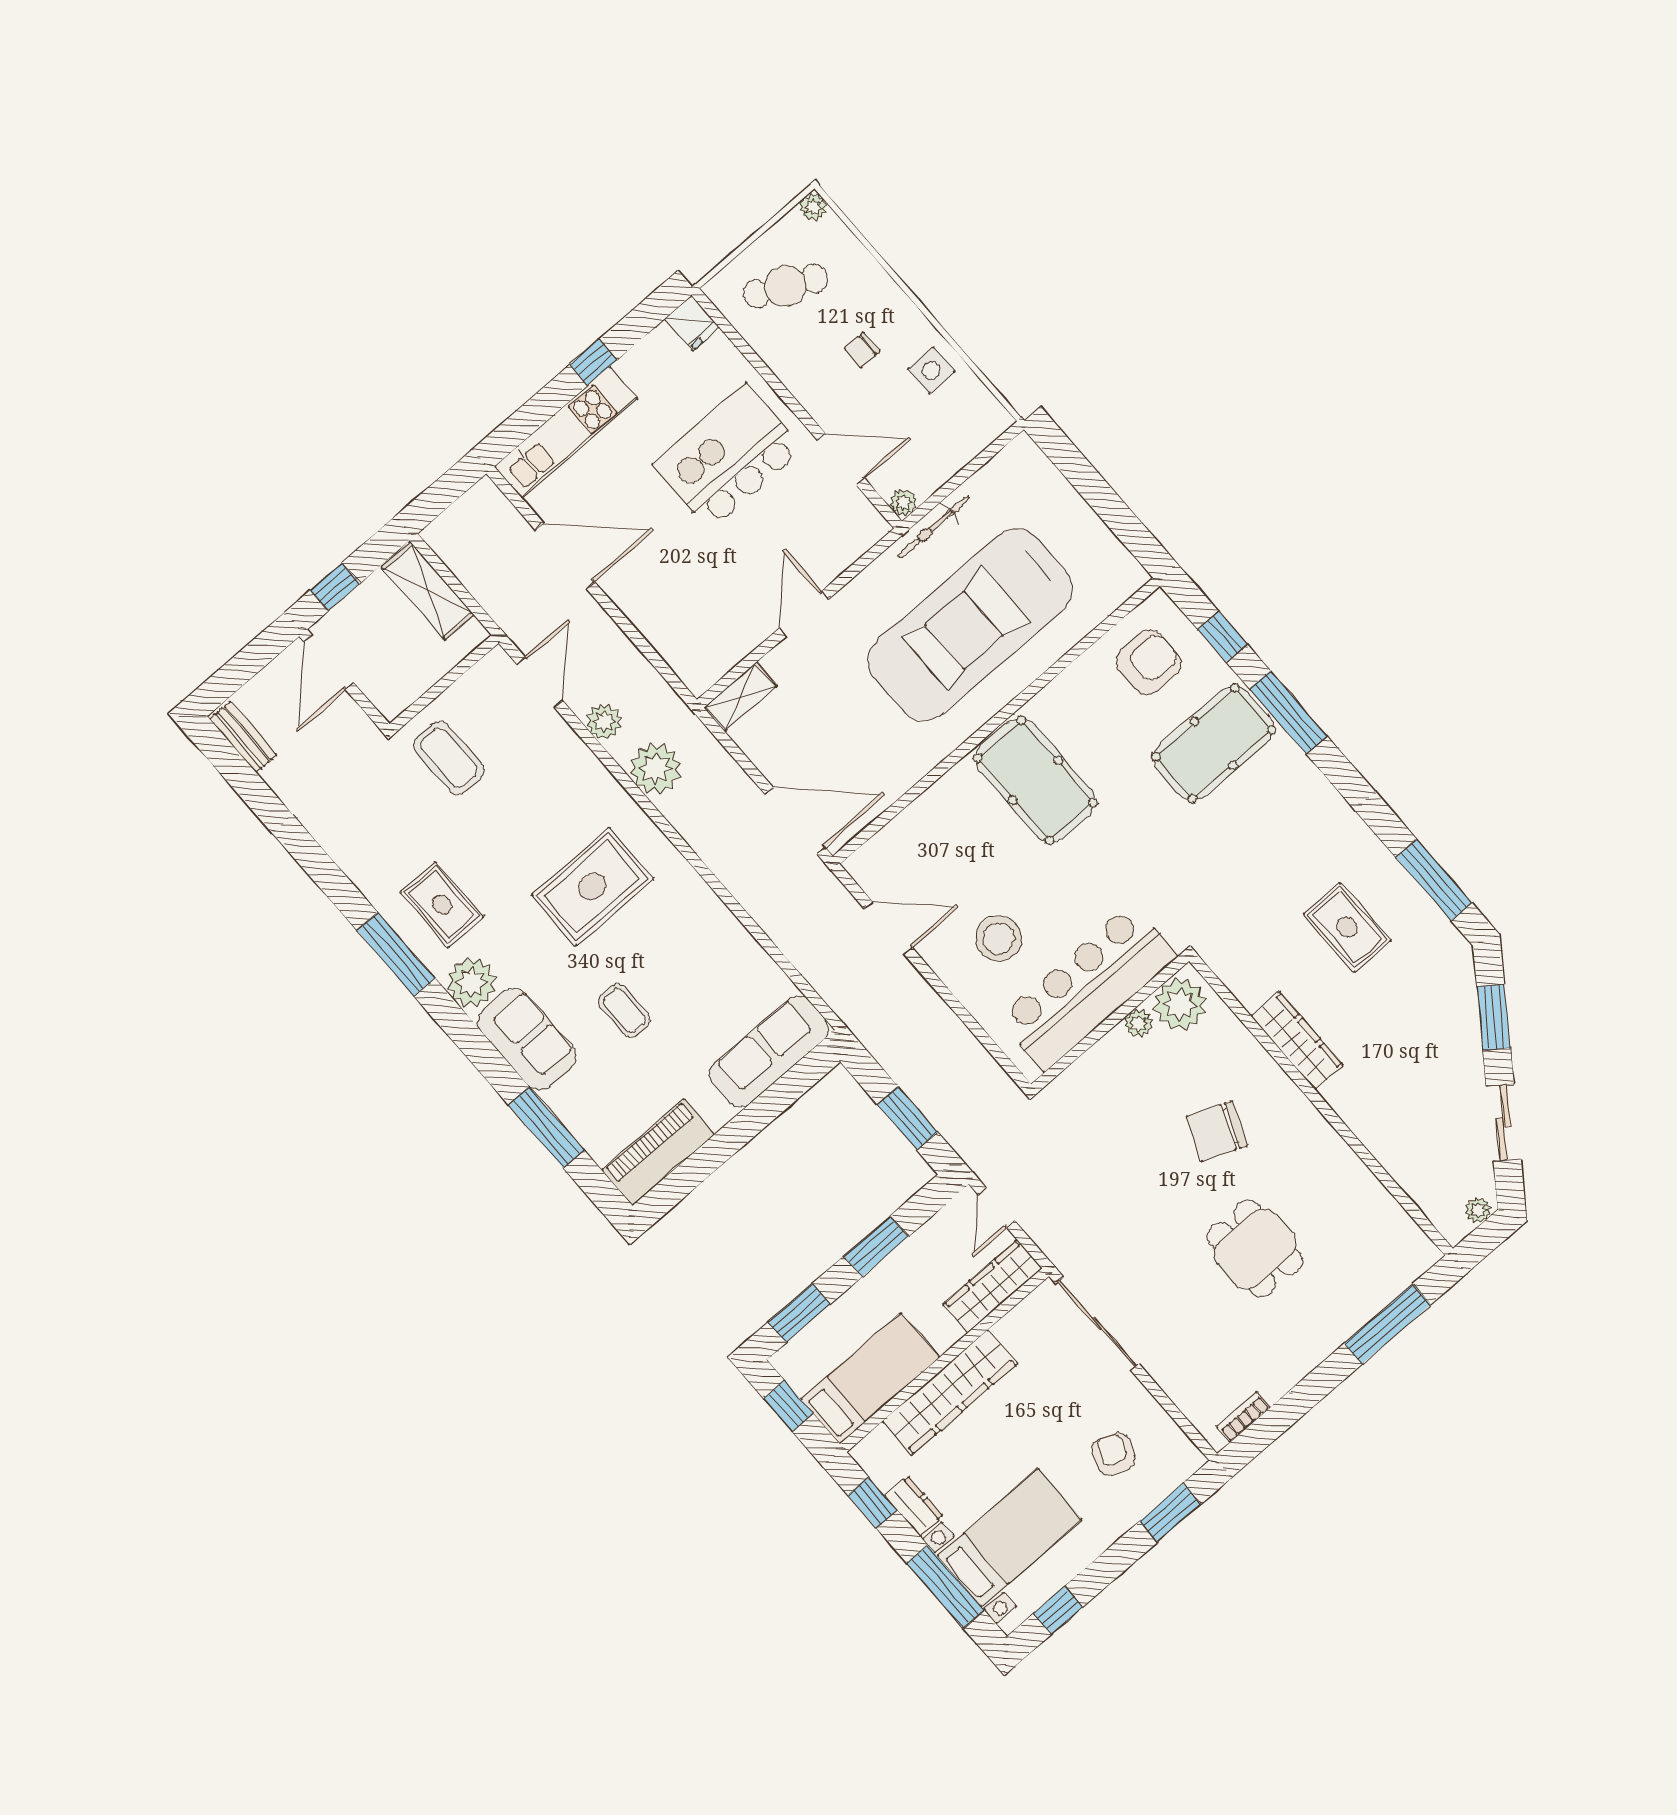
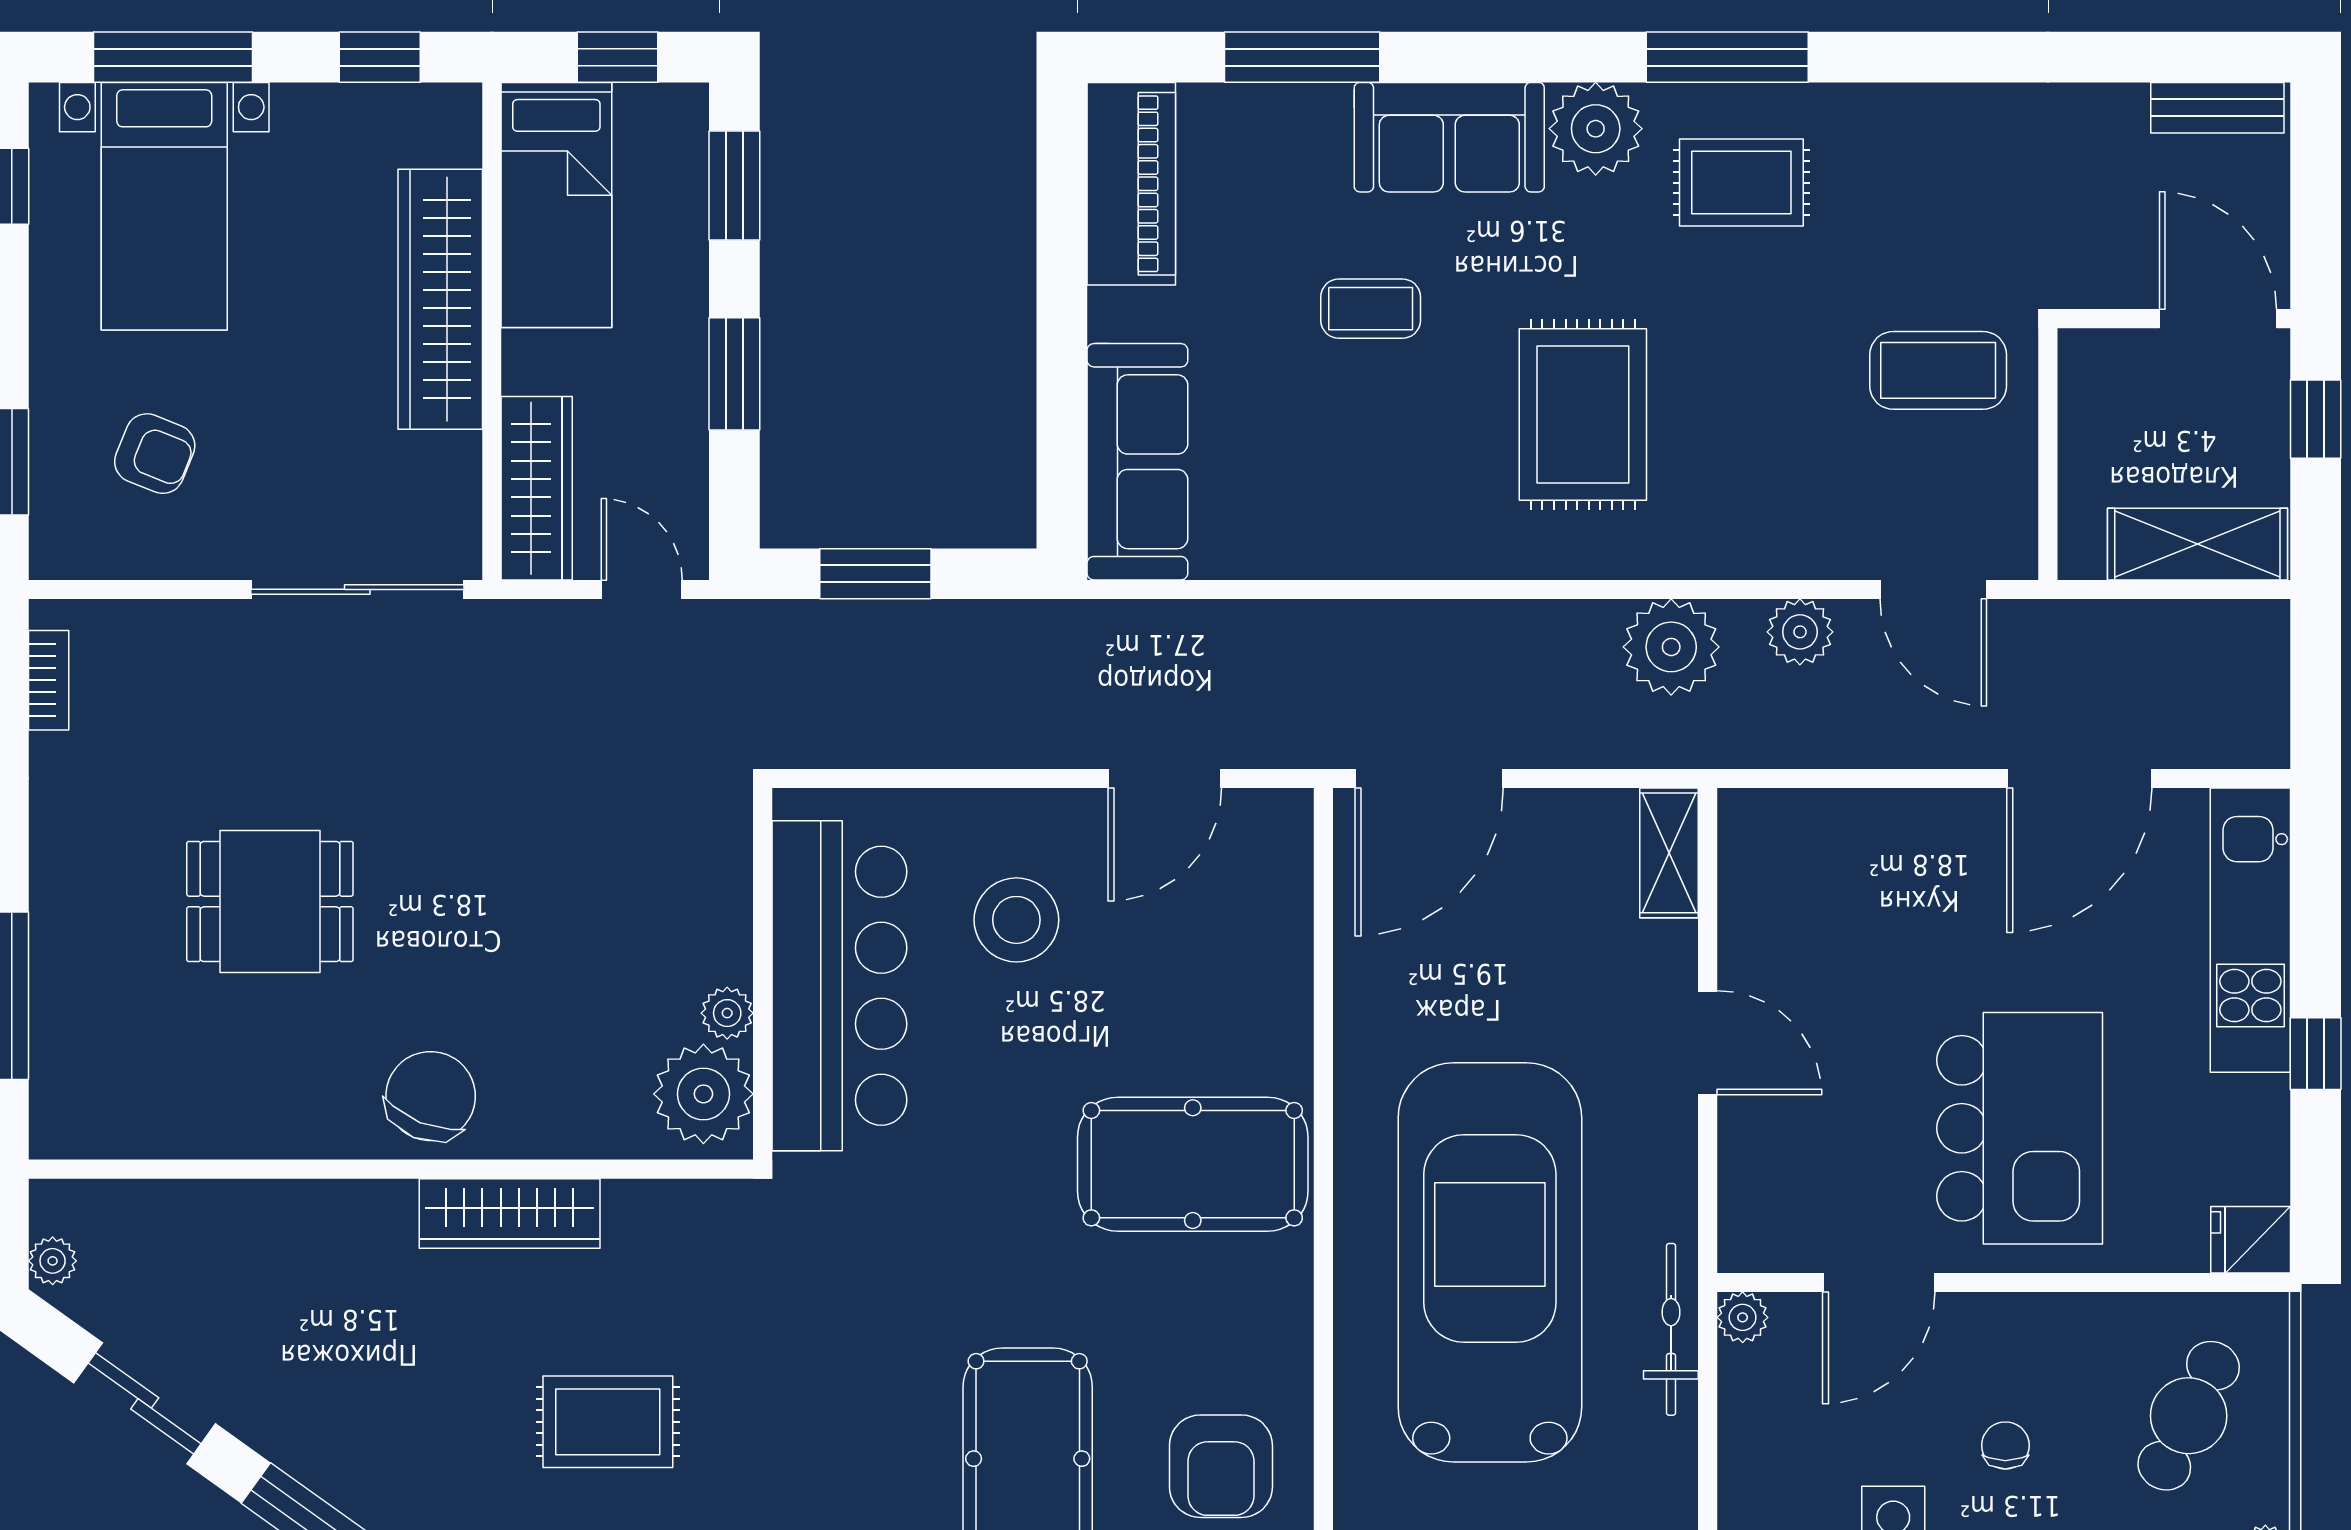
chair: (1217, 1131) -> (431, 1096), moved
dresser: (914, 1506) -> (325, 111), removed

